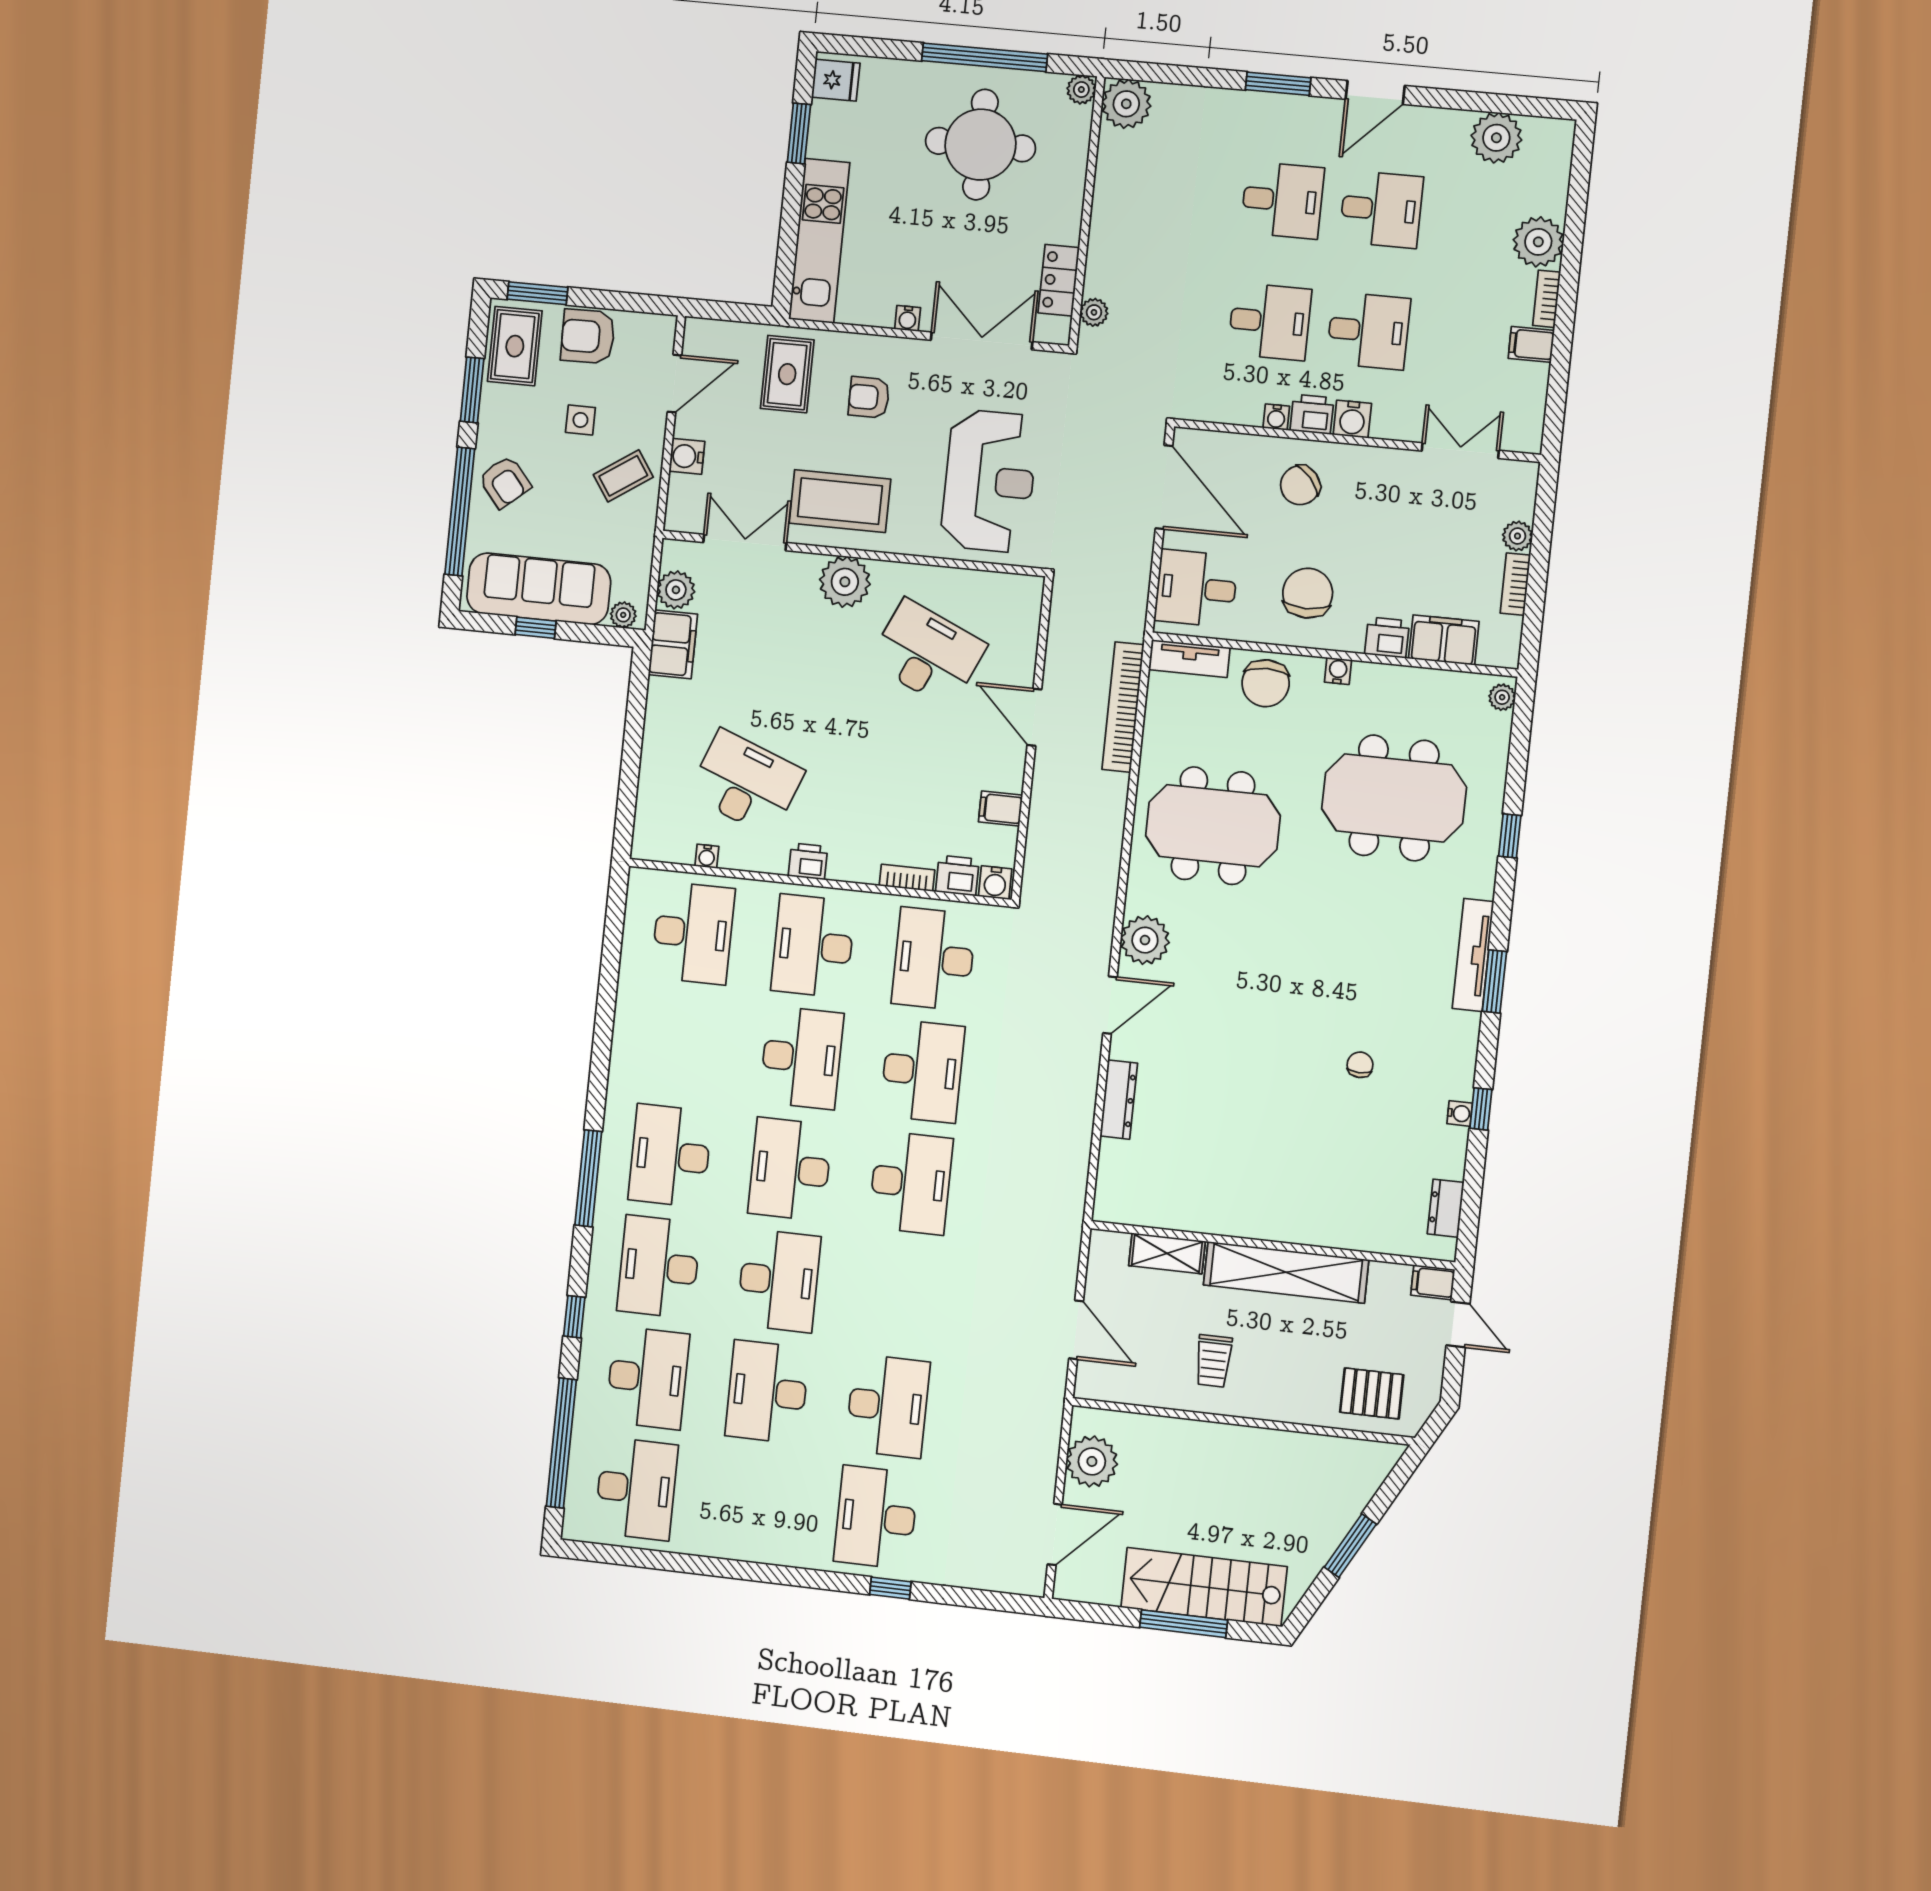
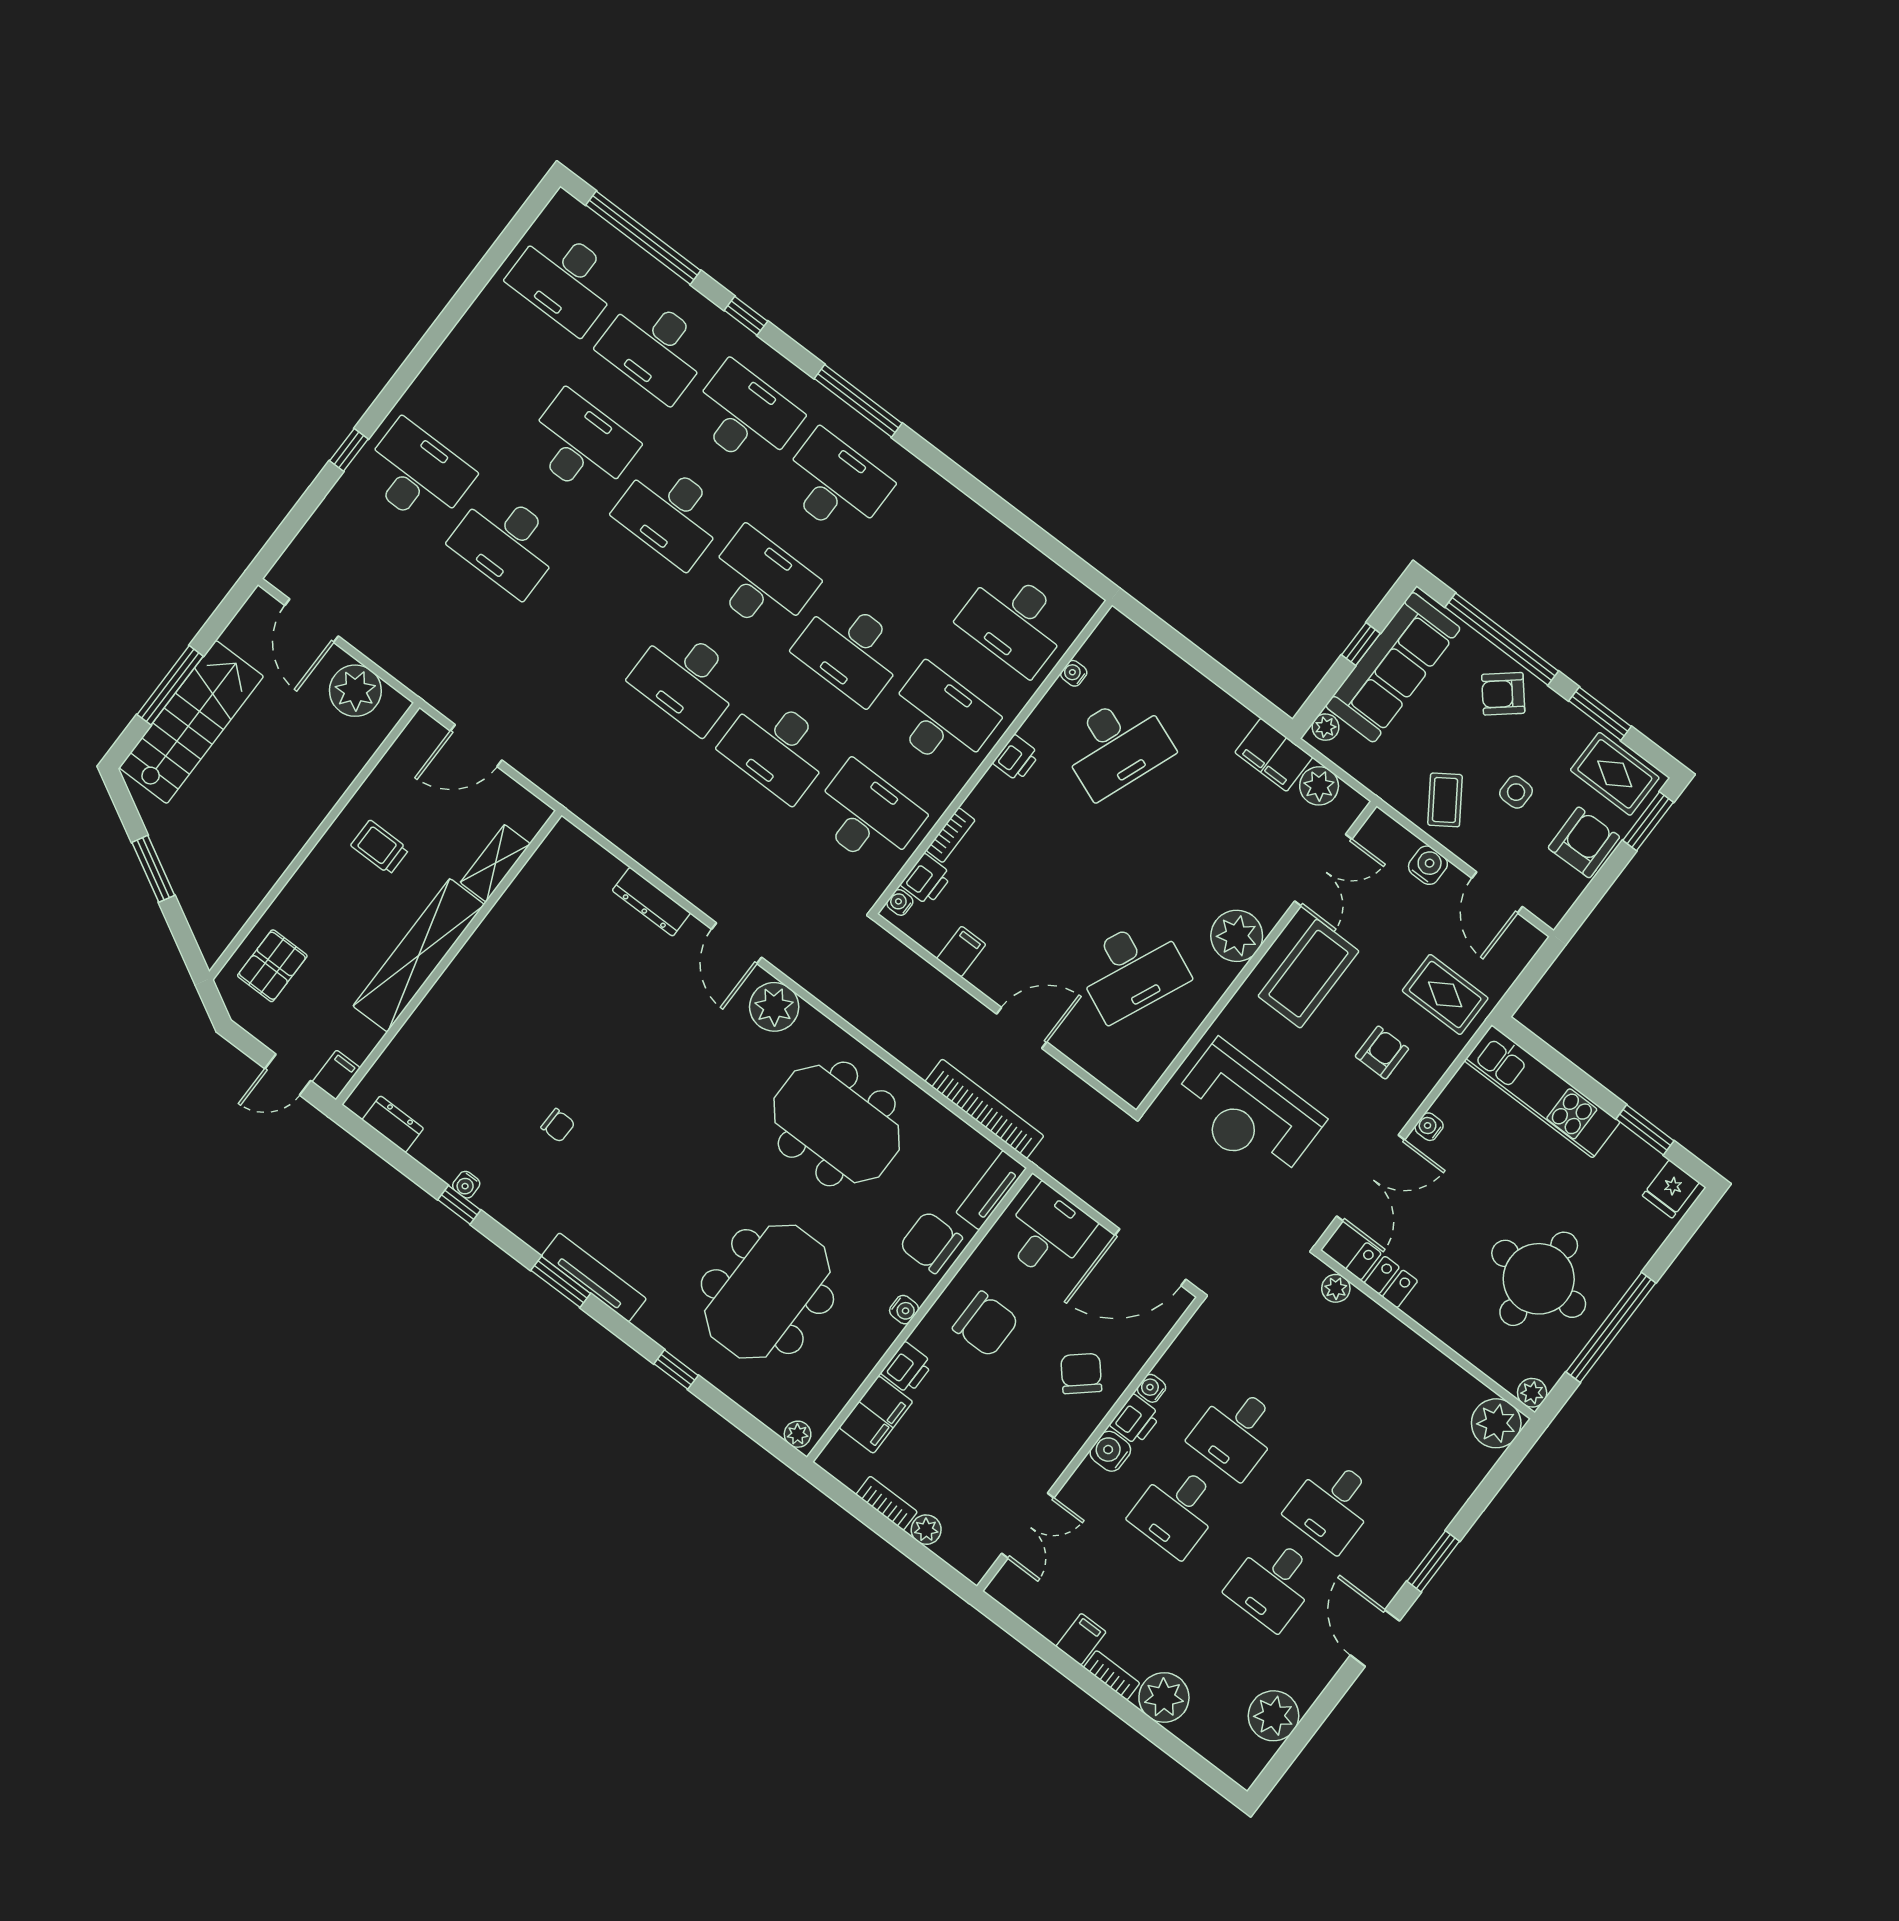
meeting table: (1213, 826) -> (837, 1124), turned 90
water cooler: (995, 883) -> (900, 902), width x0.72, depth x0.72

